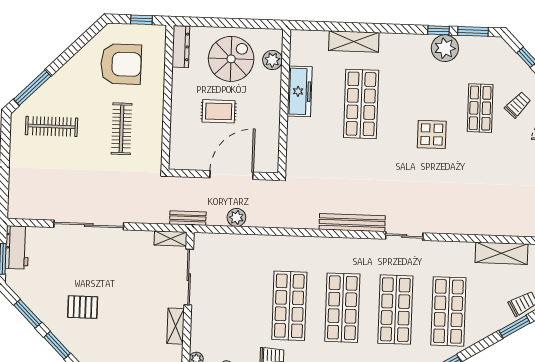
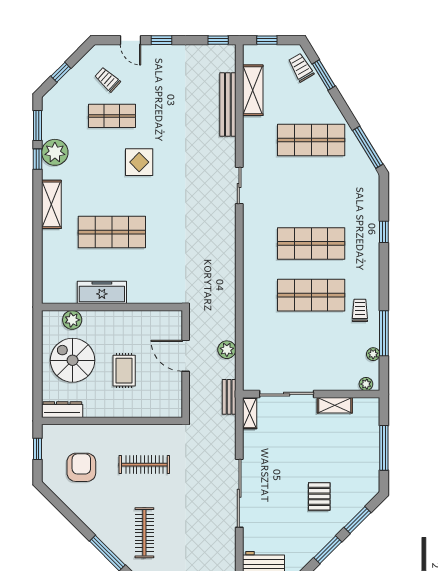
shelving: (354, 41) -> (51, 204), moved
armchair: (121, 64) -> (81, 467), width x0.73, depth x0.73
door: (232, 175) -> (186, 356), width x0.73
bench: (352, 223) -> (228, 104), moved
shop shelf: (395, 310) -> (311, 192), removed

